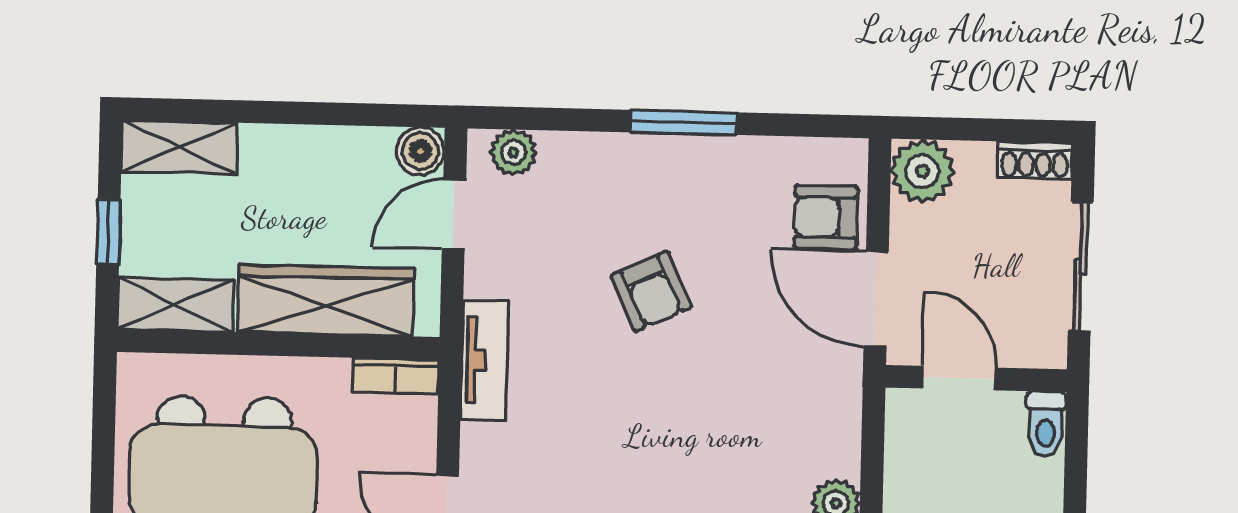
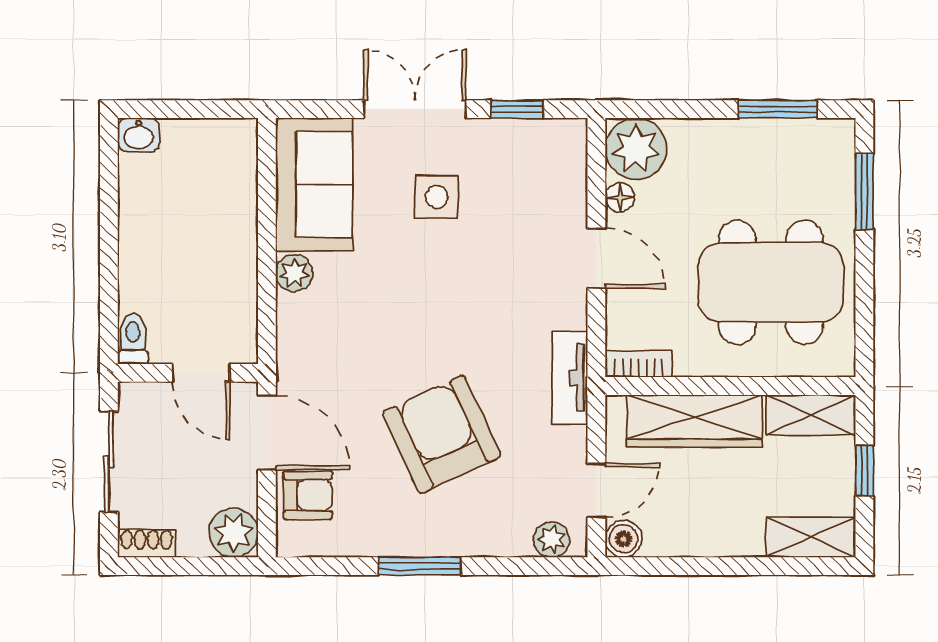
armchair: (651, 291) -> (442, 434), width x1.88, depth x1.88

